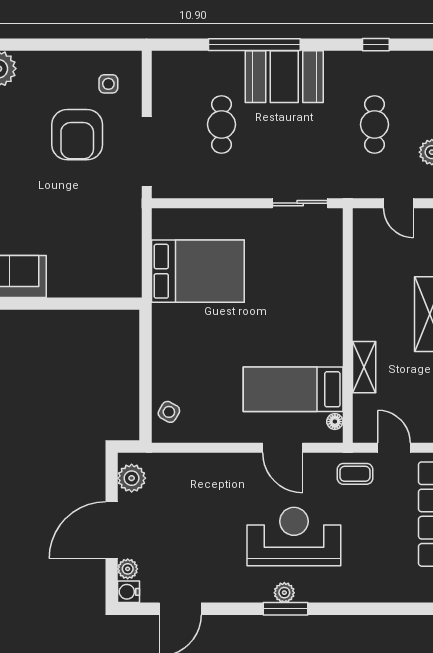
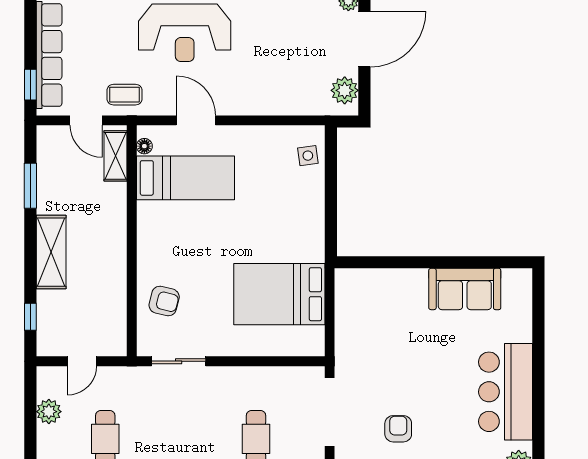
armchair: (77, 135) -> (398, 429), width x0.53, depth x0.53
door: (398, 203) -> (82, 361), swing flipped
armchair: (315, 264) -> (164, 301), added
shelving: (364, 367) -> (116, 156), moved
side table: (169, 412) -> (308, 156), turned -37

